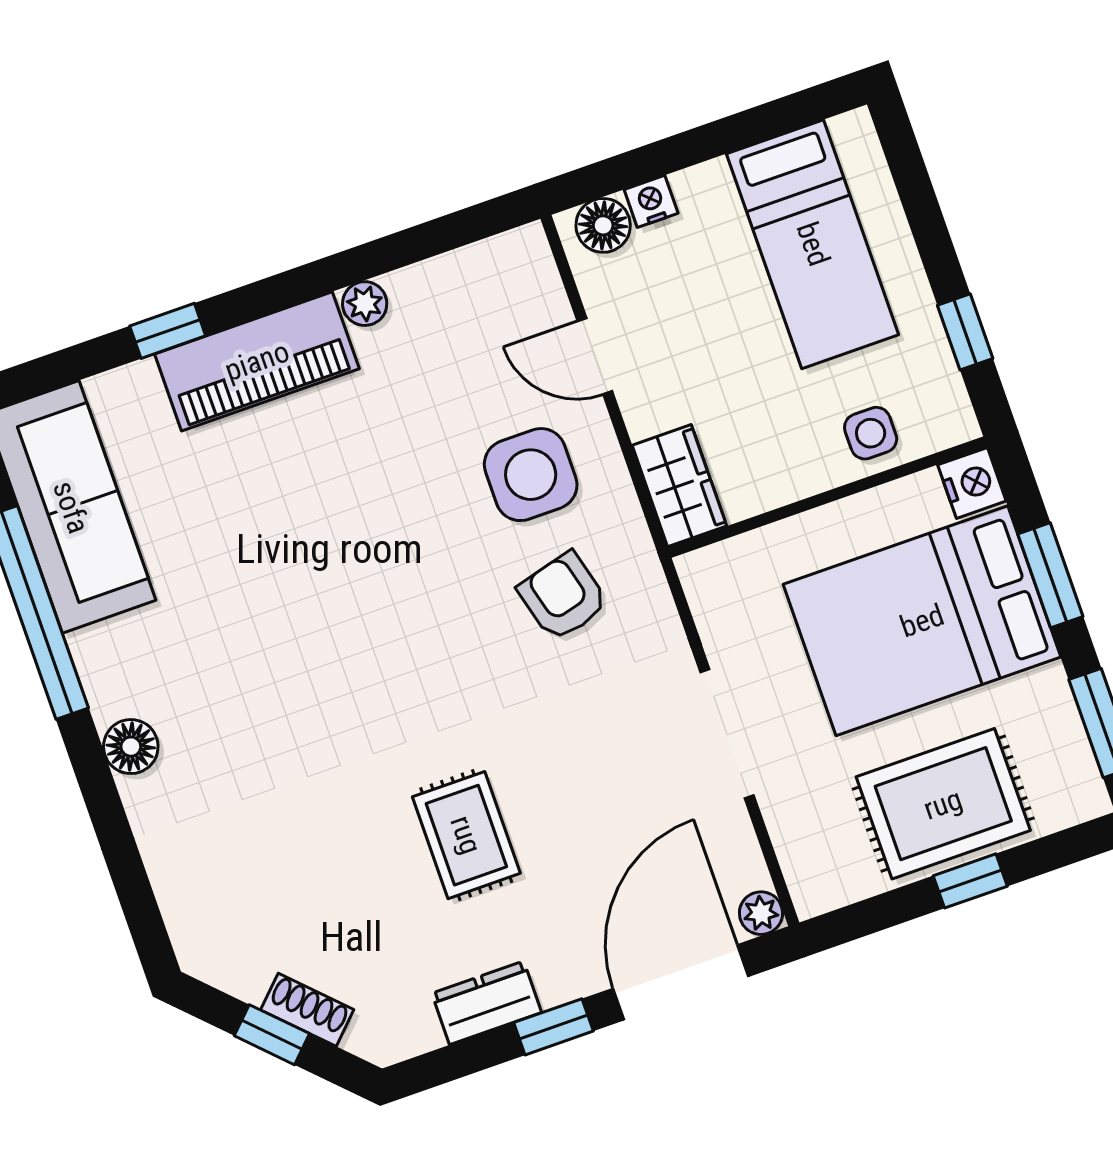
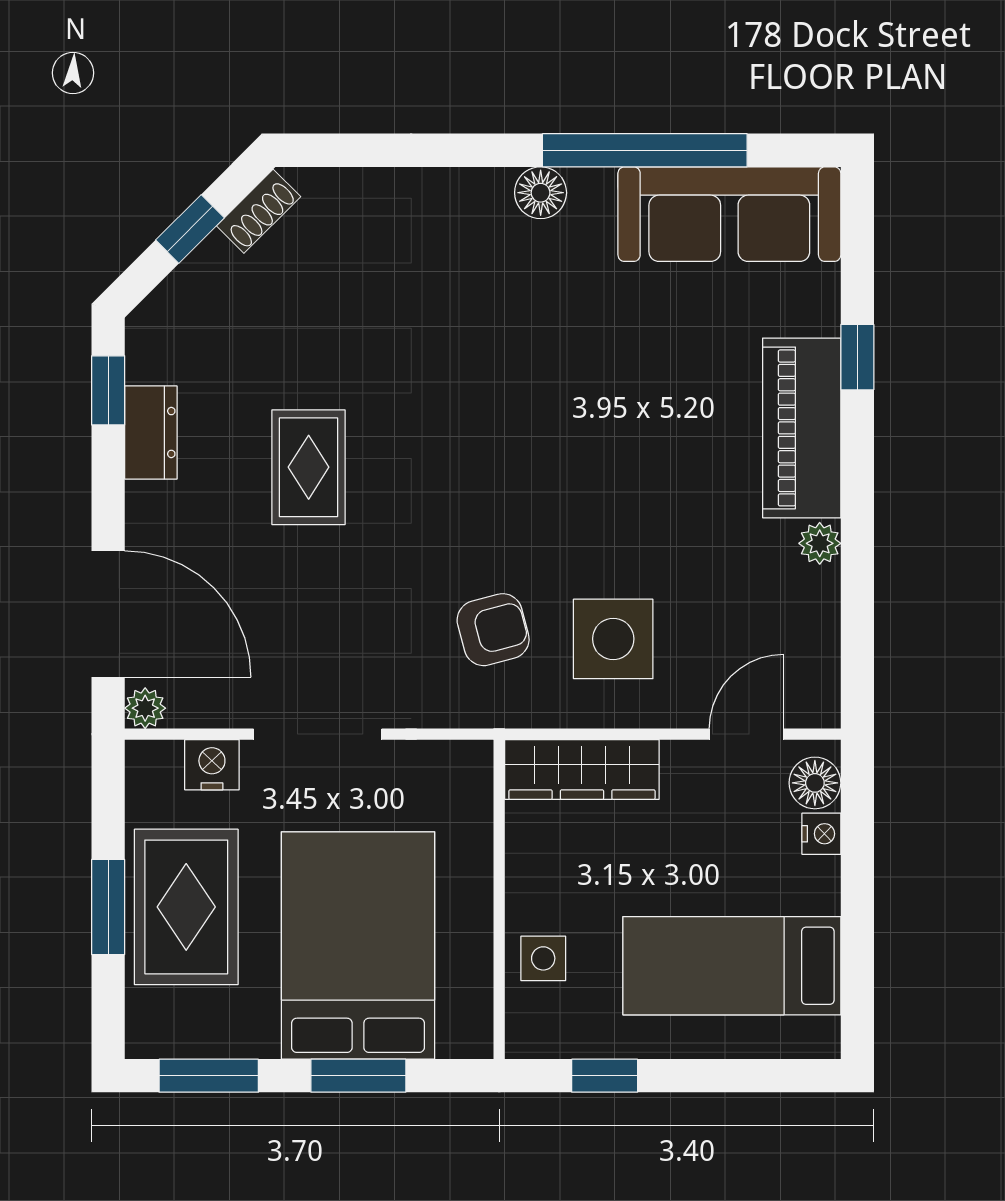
door: (595, 356) -> (746, 734), moved
nightstand: (972, 483) -> (212, 765), moved, turned 180
wardrobe: (679, 486) -> (582, 770), width x1.50
floor lamp: (131, 747) -> (541, 193), moved
rug: (466, 835) -> (309, 467), turned 90
window: (970, 881) -> (108, 907), width x1.50
shoe rack: (307, 1010) -> (259, 211), moved
window: (554, 1027) -> (108, 390), moved

